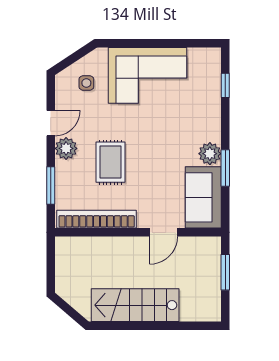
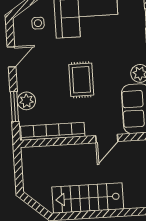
plant: (66, 148) -> (26, 101), moved
rug: (110, 162) -> (81, 80), moved

